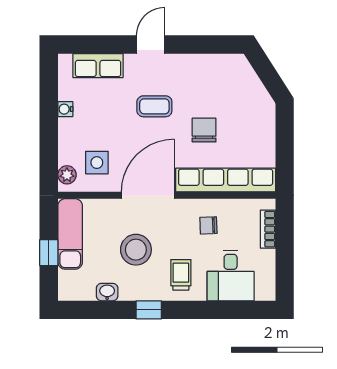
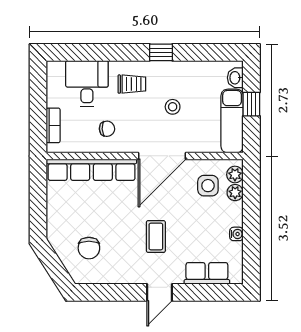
coffee table: (154, 106) -> (156, 237), turned 90
chair: (204, 130) -> (89, 248), moved
plant: (67, 155) -> (235, 193), added
stool: (136, 250) -> (173, 107), width x0.53, depth x0.53
trolley: (181, 275) -> (132, 84), turned -90
washbasin: (107, 292) -> (235, 78), moved, turned 90

